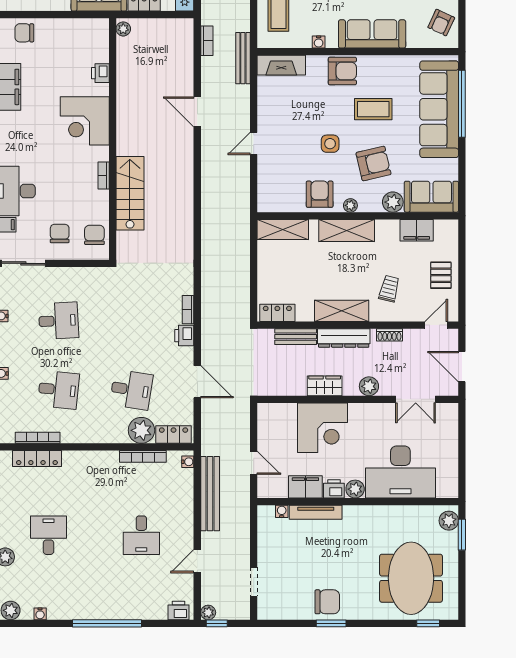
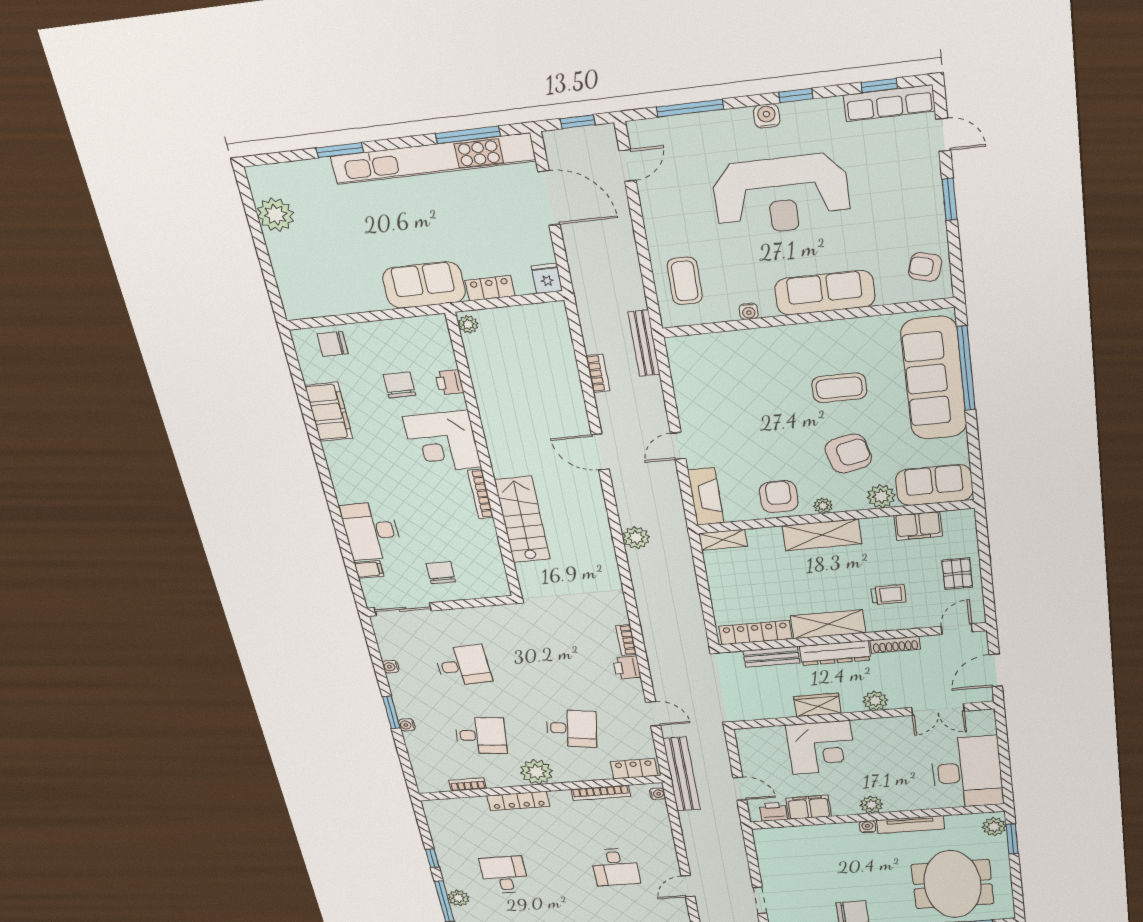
armchair: (441, 23) -> (925, 267), turned 81
bookcase: (207, 41) -> (598, 373), moved
fireplace: (281, 65) -> (706, 496), moved, turned -90
armchair: (342, 71) -> (788, 345), removed
door: (197, 112) -> (600, 452), moved
side table: (330, 144) -> (784, 436), removed
bookcase: (104, 175) -> (480, 494), width x1.56
plant: (211, 218) -> (636, 538), added
shelving: (283, 230) -> (723, 540), width x0.67, depth x0.75
chair: (94, 235) -> (399, 385), moved
trolley: (389, 289) -> (888, 595), turned 76
locker: (277, 313) -> (755, 633), width x1.53
shoe rack: (389, 335) -> (895, 645), width x1.43
door: (462, 367) -> (996, 670), hinge flipped
door: (197, 382) -> (653, 714), width x0.73
plant: (141, 430) -> (536, 772), moved
bookcase: (38, 438) -> (467, 784), width x0.64
locker: (37, 459) -> (518, 801), moved
desk: (400, 472) -> (967, 772), moved, turned -90
printer: (334, 489) -> (773, 812), moved
bench: (210, 494) -> (682, 774), moved
water cooler: (282, 511) -> (868, 827), moved
tv unit: (316, 512) -> (910, 825), moved

